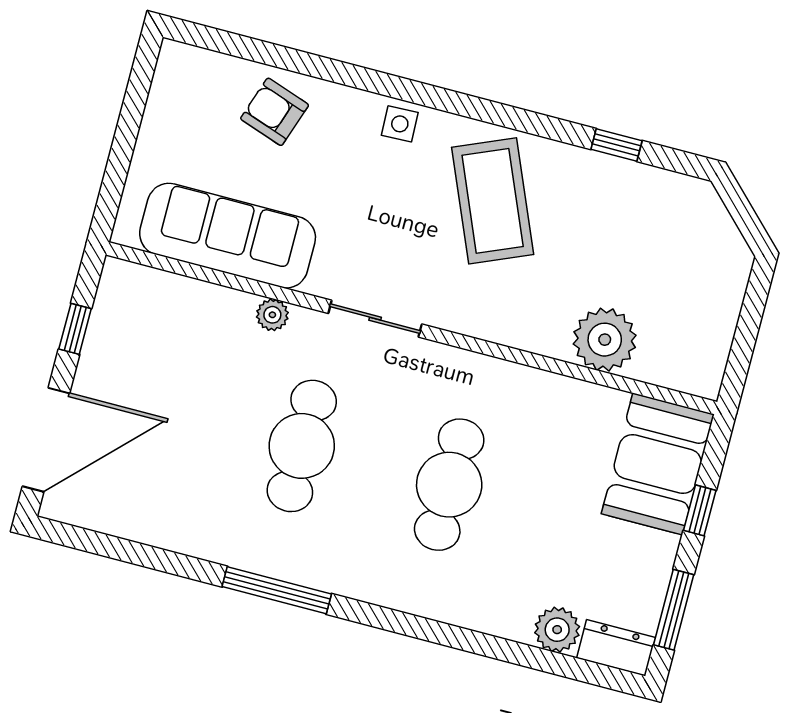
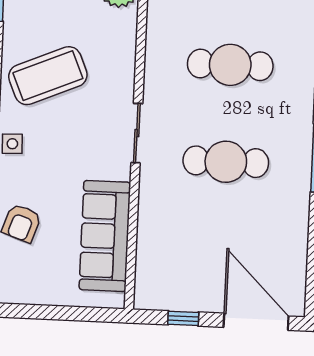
plant: (272, 315) -> (148, 198), removed

